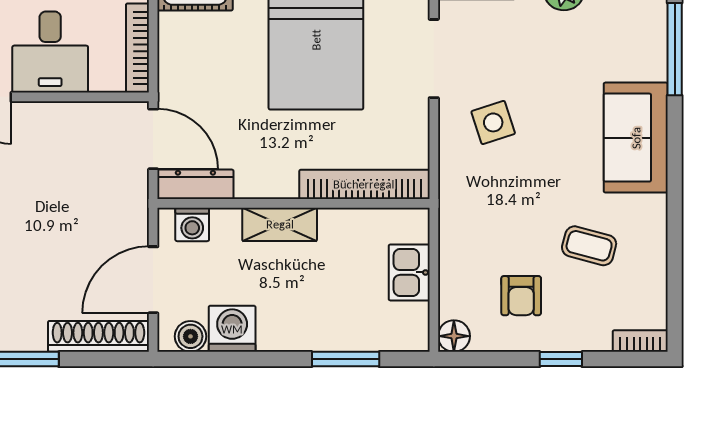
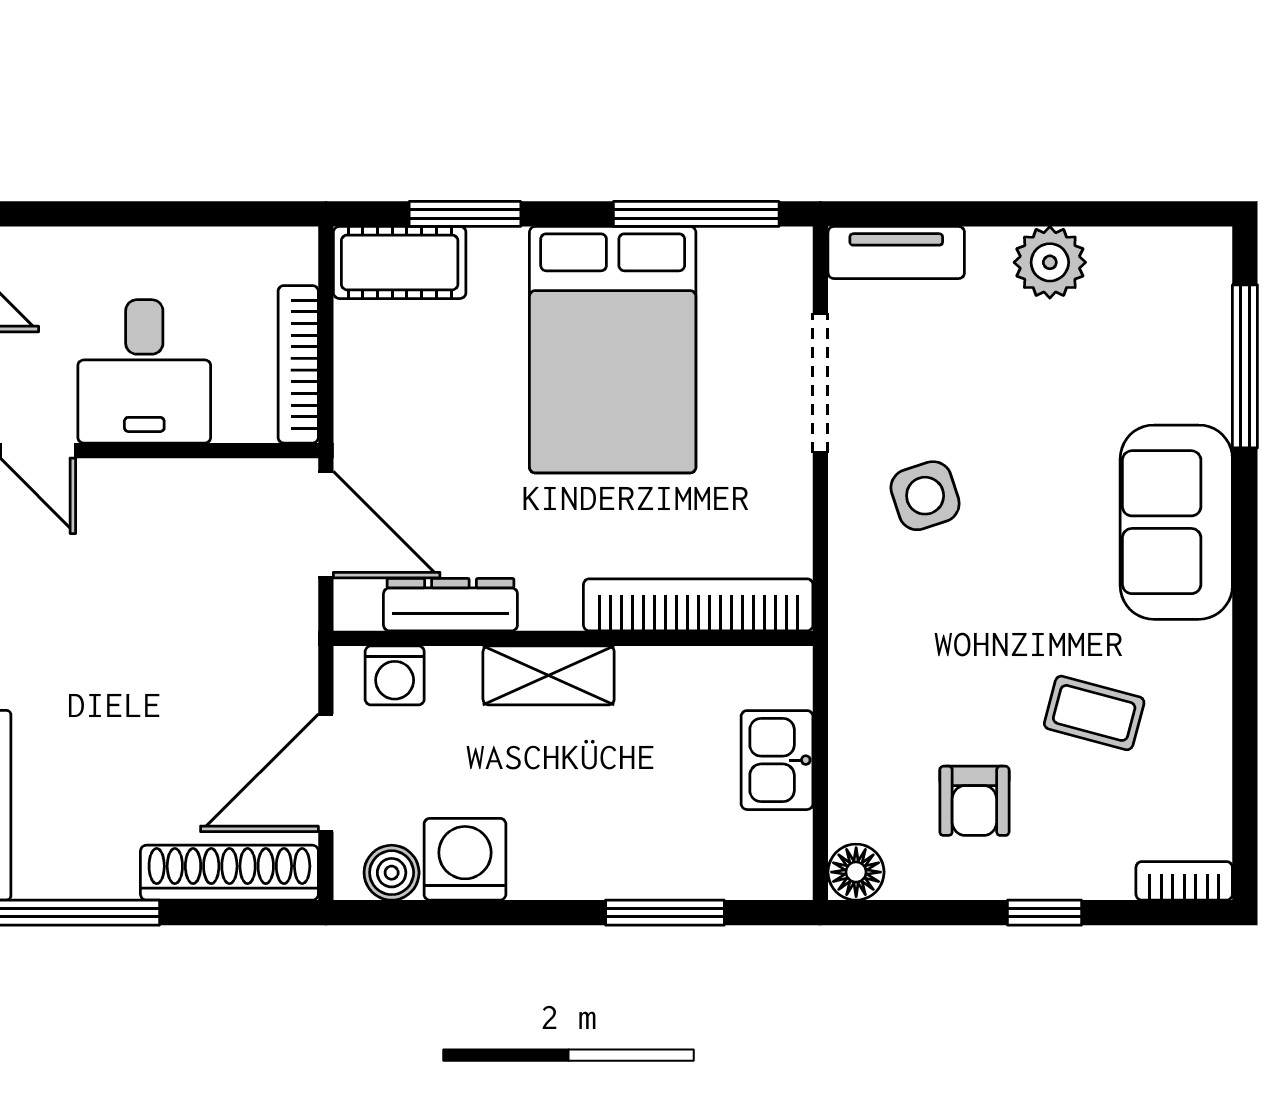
dresser: (195, 184) -> (450, 605), moved

